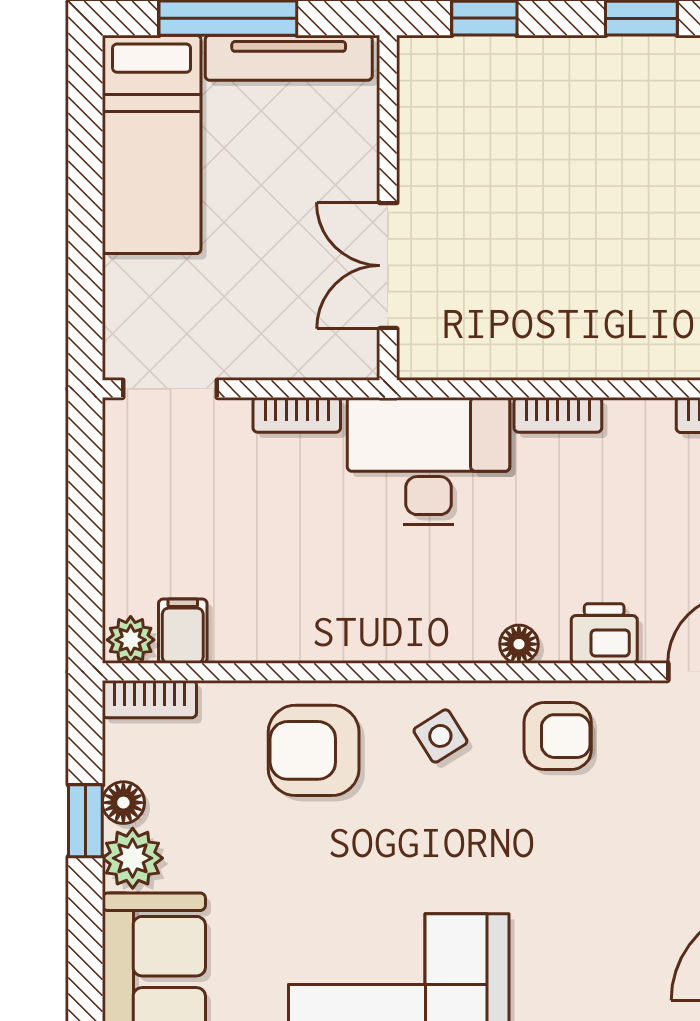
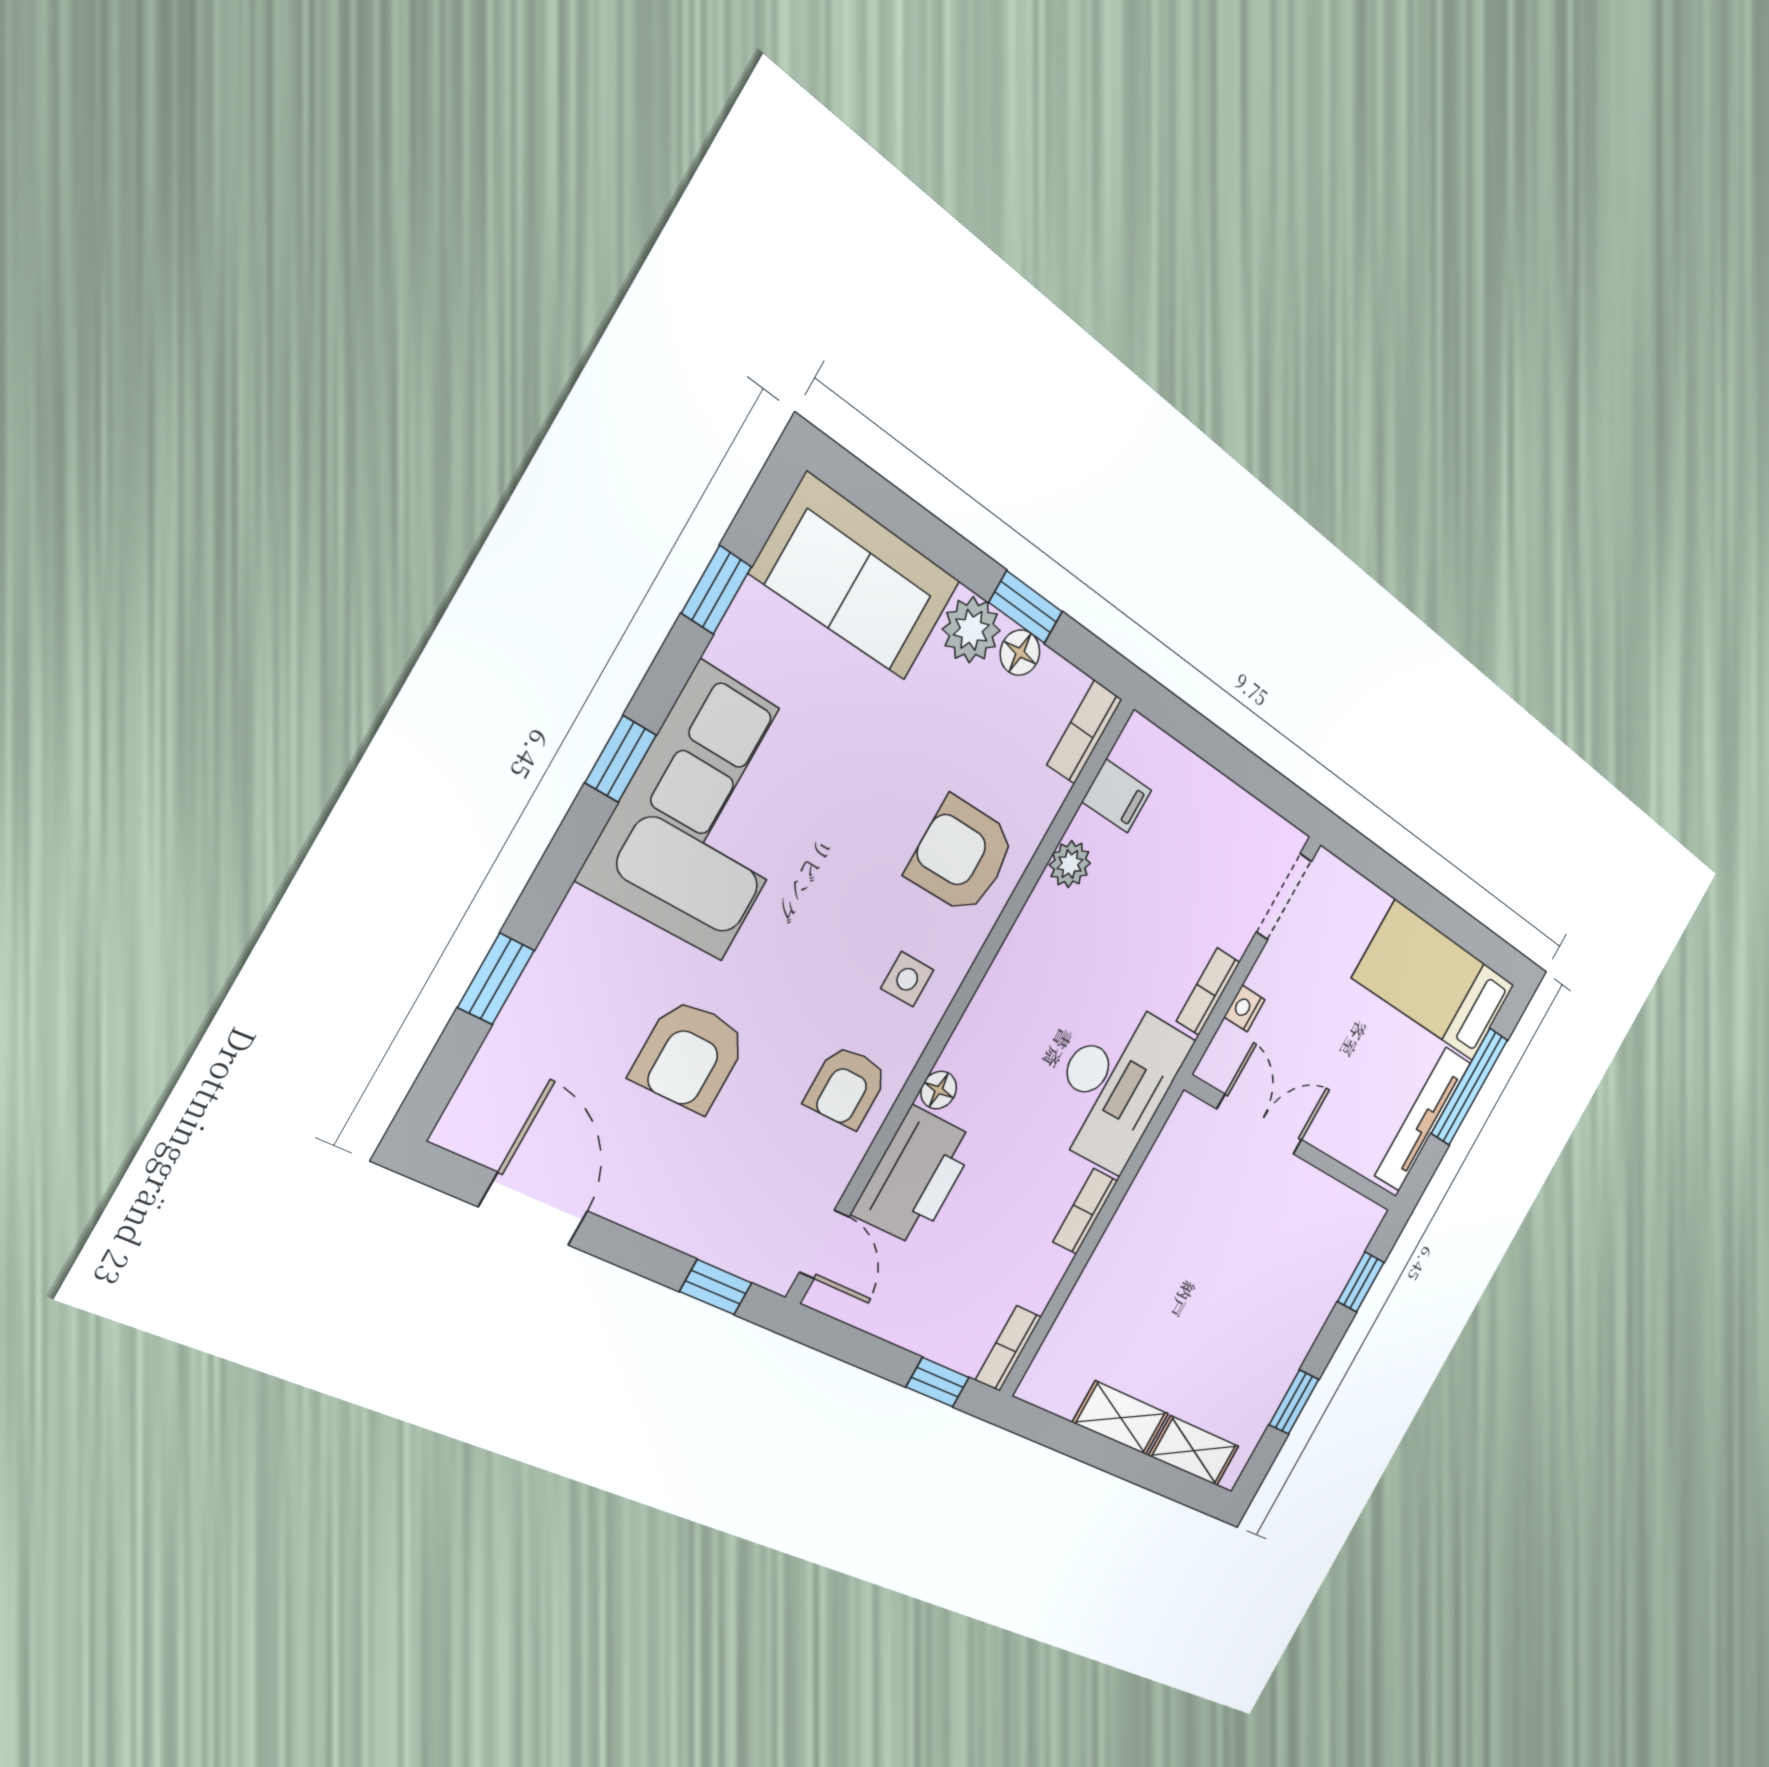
nightstand: (291, 362) -> (1244, 1008), added
printer: (604, 633) -> (915, 1176), width x1.87, depth x1.48
plant: (131, 640) -> (1070, 864), moved
side table: (440, 736) -> (907, 979), turned 32
armchair: (314, 750) -> (961, 856), turned -90
armchair: (598, 894) -> (690, 1056), added

